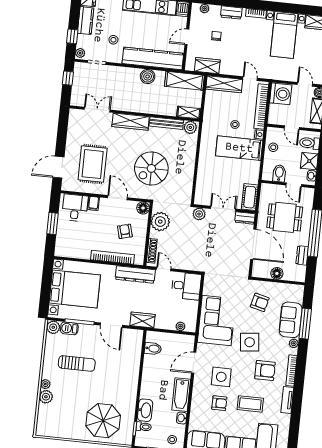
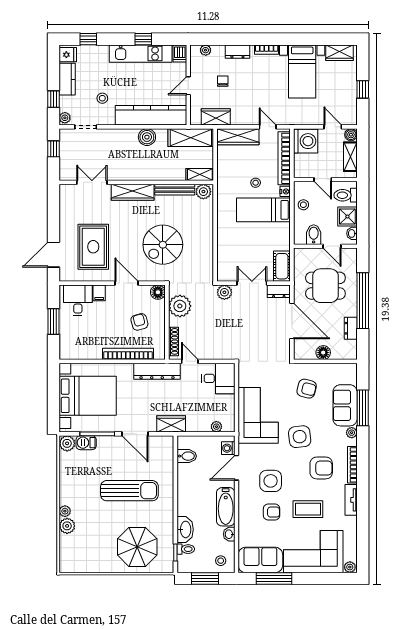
washing machine: (188, 346) -> (228, 448), added
sun lounger: (77, 363) -> (129, 491), moved, width x1.36, depth x1.34

